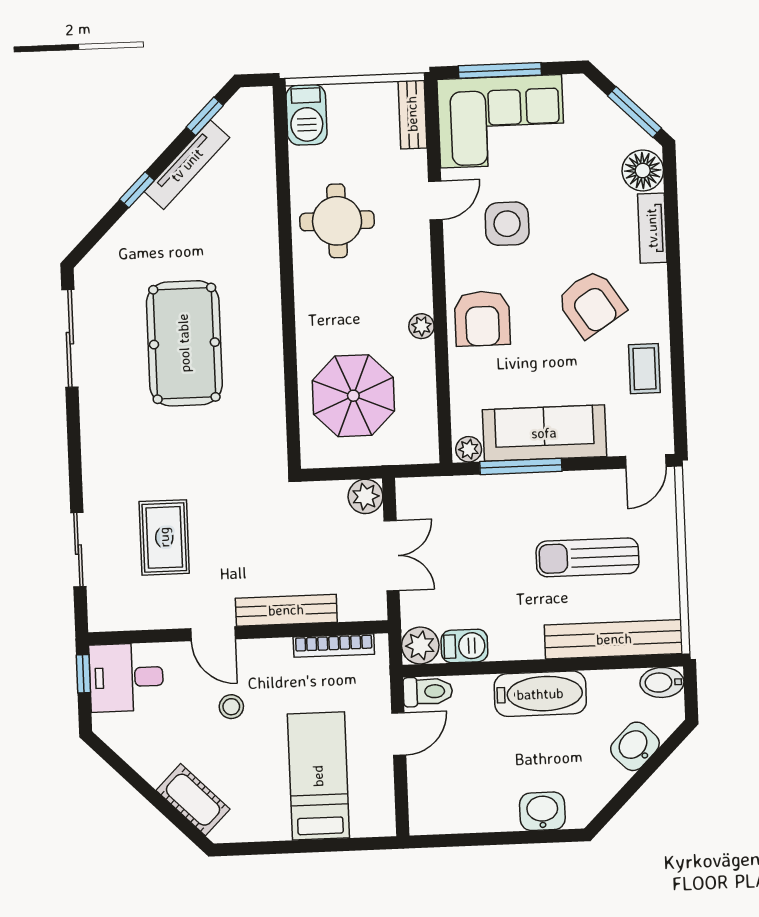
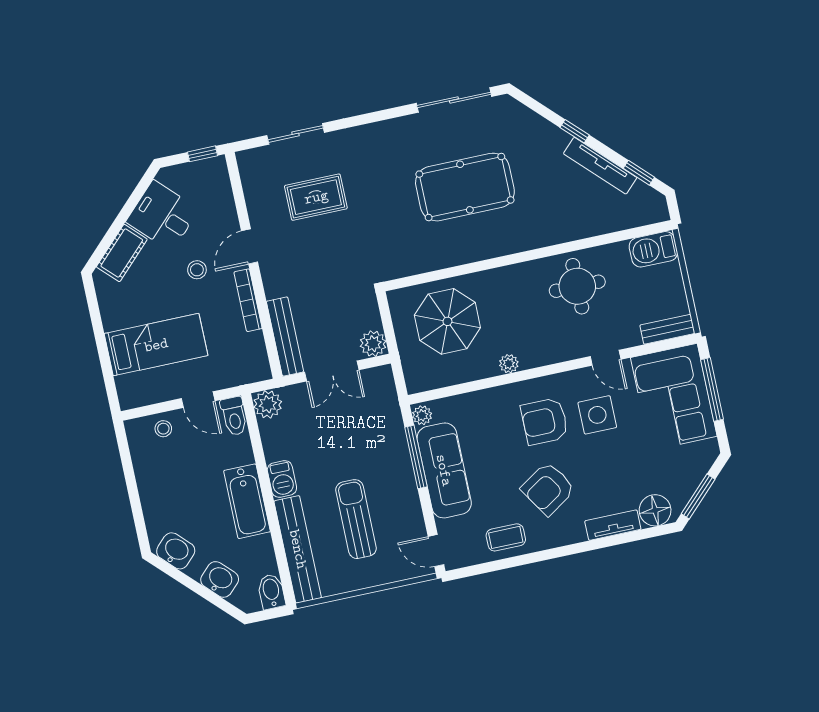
armchair: (482, 319) -> (545, 421), moved
bench: (286, 610) -> (285, 337), moved
bookcase: (334, 646) -> (248, 300), moved
barbecue: (464, 646) -> (282, 479), moved
desk: (126, 677) -> (162, 216), moved, turned -45
stool: (428, 785) -> (163, 429), added
washbasin: (542, 811) -> (176, 551), moved, turned -45

